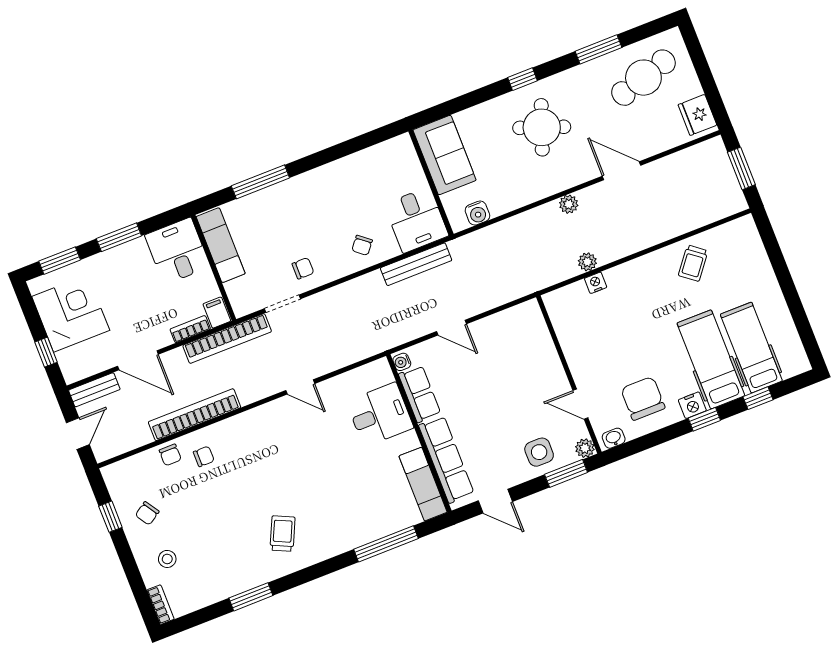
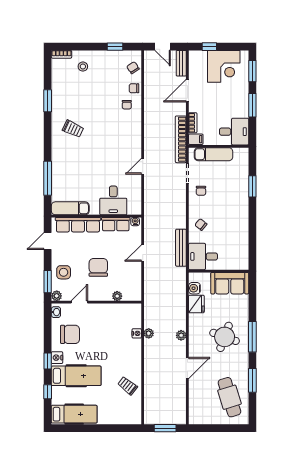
window: (522, 79) -> (252, 337), width x2.17
fridge: (697, 115) -> (196, 304), moved, turned 90
window: (260, 182) -> (252, 186), width x0.69
exam couch: (221, 245) -> (214, 154), moved
plant: (544, 342) -> (117, 296), added
hospital bed: (751, 348) -> (74, 414), moved
chair: (507, 395) -> (98, 267), added
bookcase: (195, 415) -> (149, 108), removed
chair: (147, 513) -> (133, 68), moved

